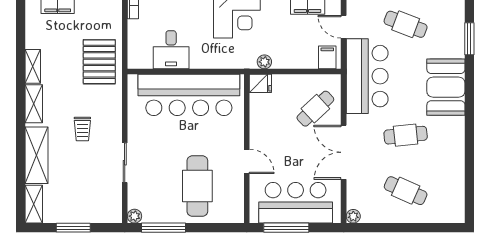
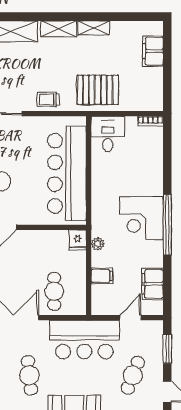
desk: (171, 50) -> (108, 134), moved, turned 90
filing cabinet: (327, 57) -> (102, 276), moved
cafe table: (315, 109) -> (54, 291), turned 43
trolley: (82, 129) -> (48, 99), moved

